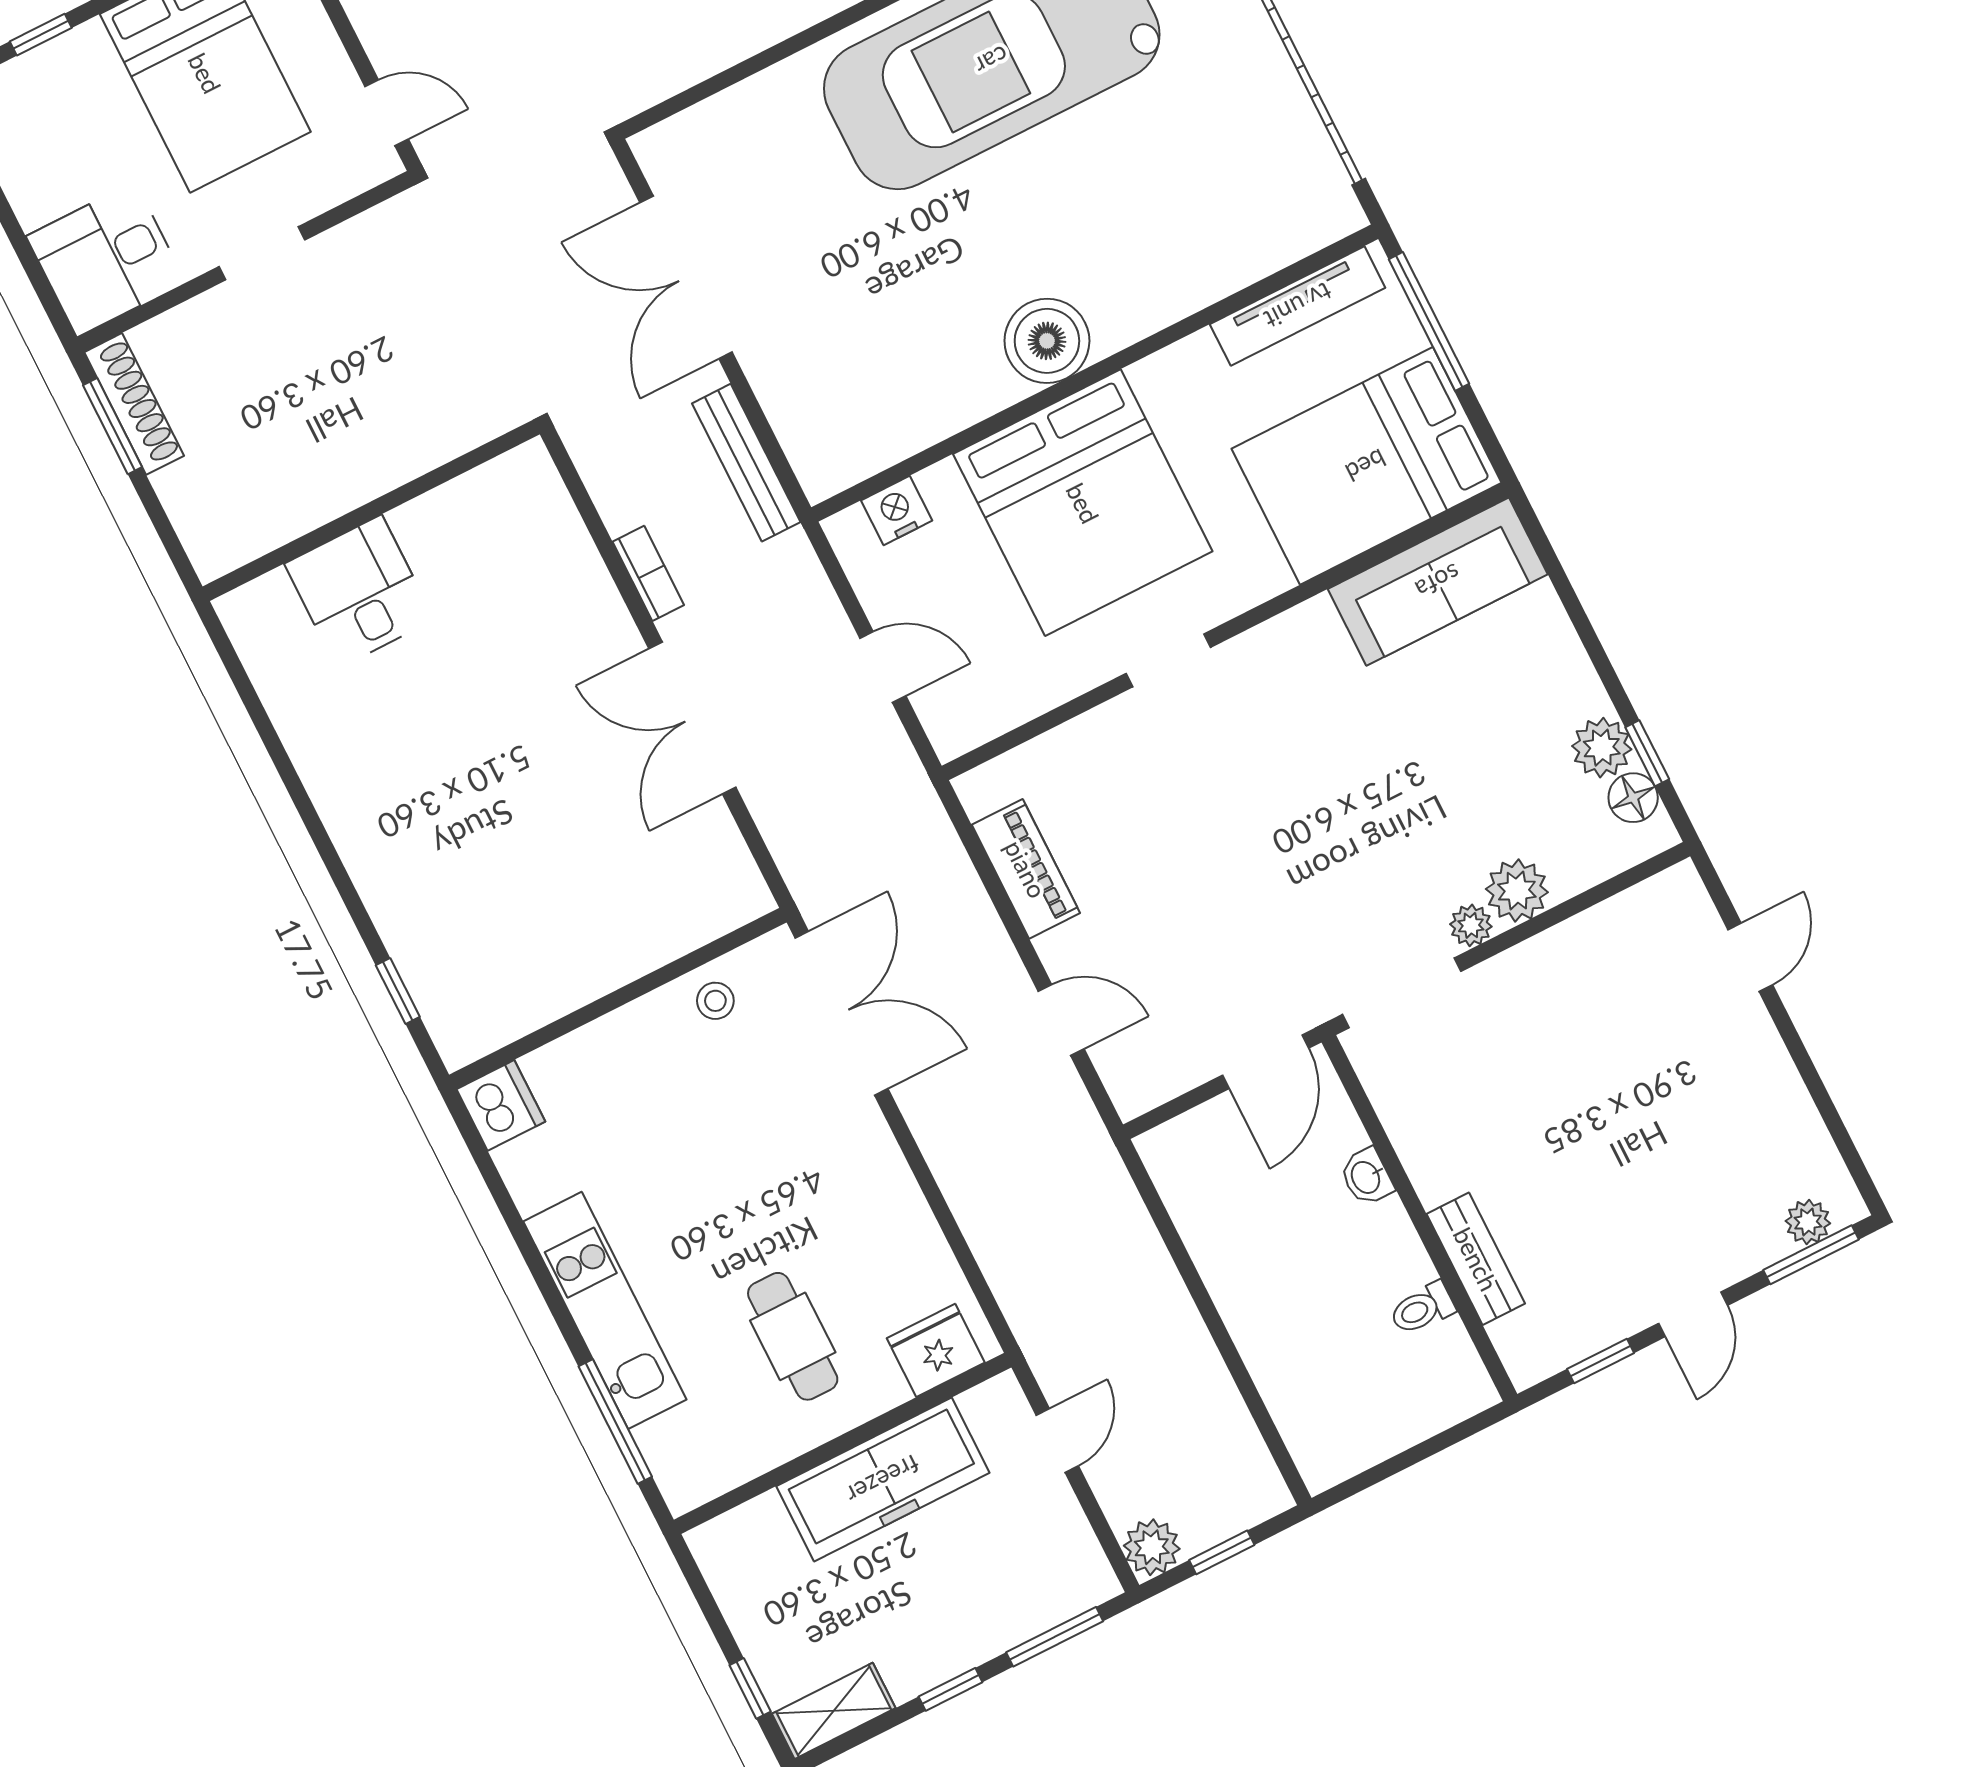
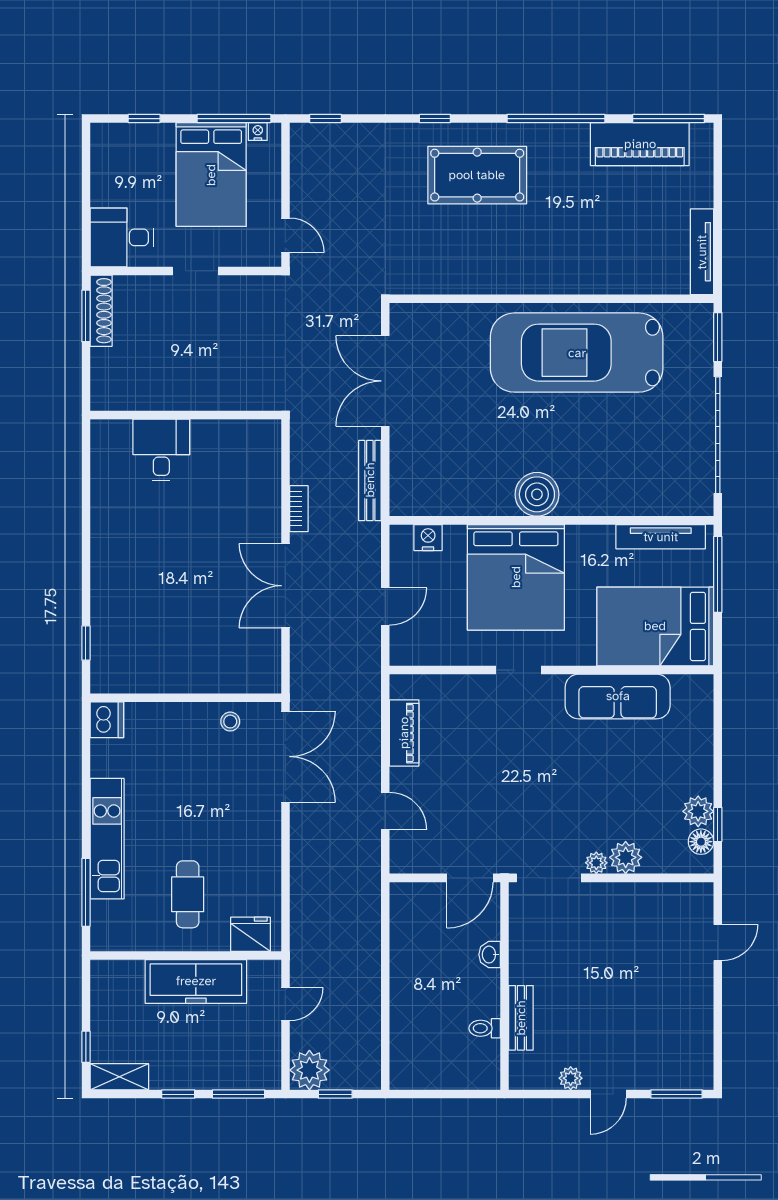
sofa: (1438, 582) -> (618, 696), moved
door: (883, 667) -> (385, 607), hinge flipped
plant: (1808, 1222) -> (571, 1078), moved
window: (1601, 1361) -> (555, 1094), removed
plant: (1152, 1547) -> (309, 1070), width x1.36, depth x1.36

